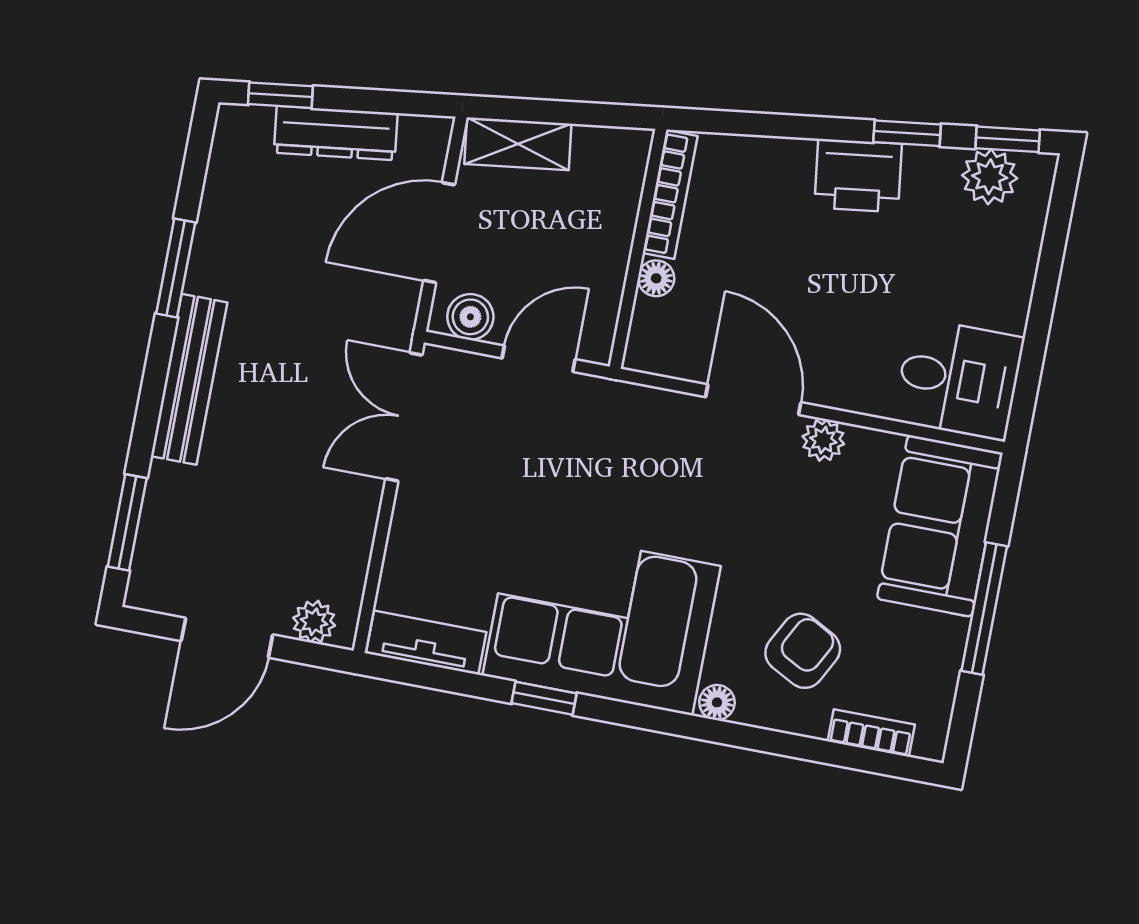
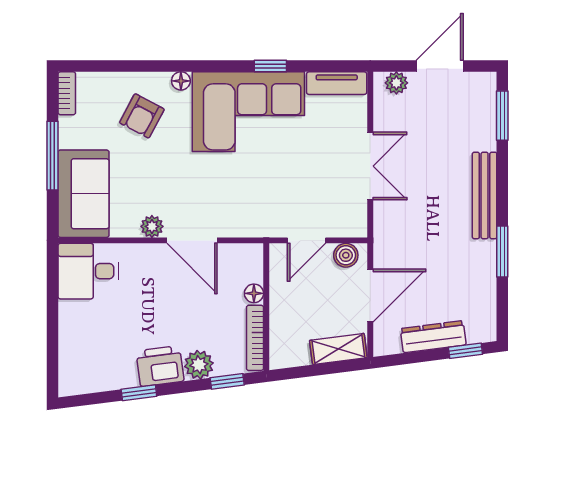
window: (1008, 139) -> (227, 381), moved
plant: (990, 177) -> (199, 365), moved
double door: (404, 417) -> (370, 166), moved
bookcase: (871, 733) -> (67, 93), moved, turned -90

